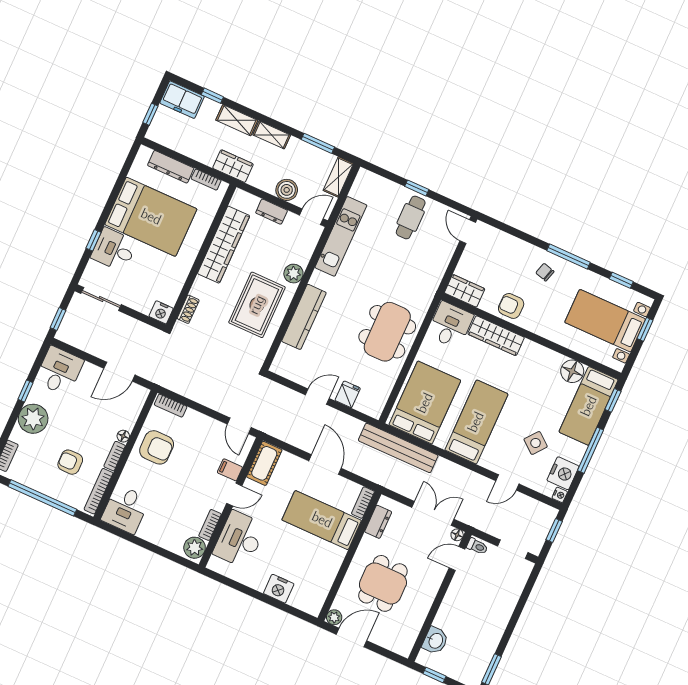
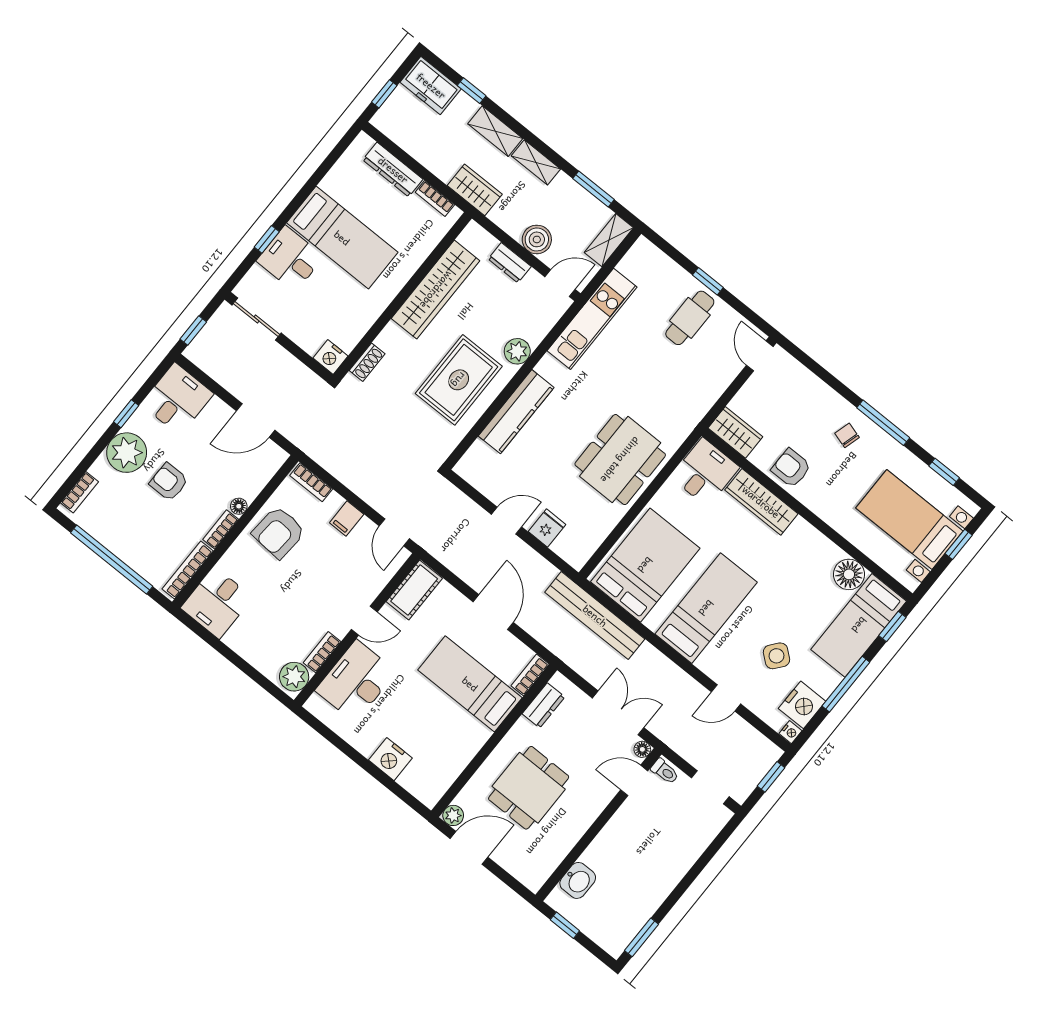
bed: (151, 217) -> (342, 238), width x0.67
armchair: (157, 447) -> (279, 532), turned 94
armchair: (70, 462) -> (169, 482), moved
filing cabinet: (230, 470) -> (347, 519), moved, turned -90

